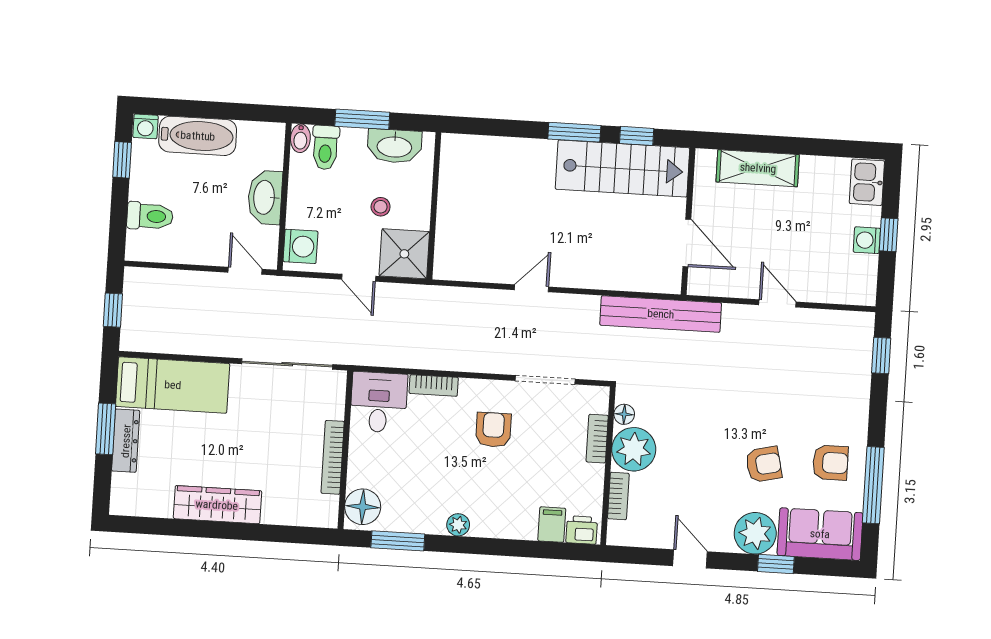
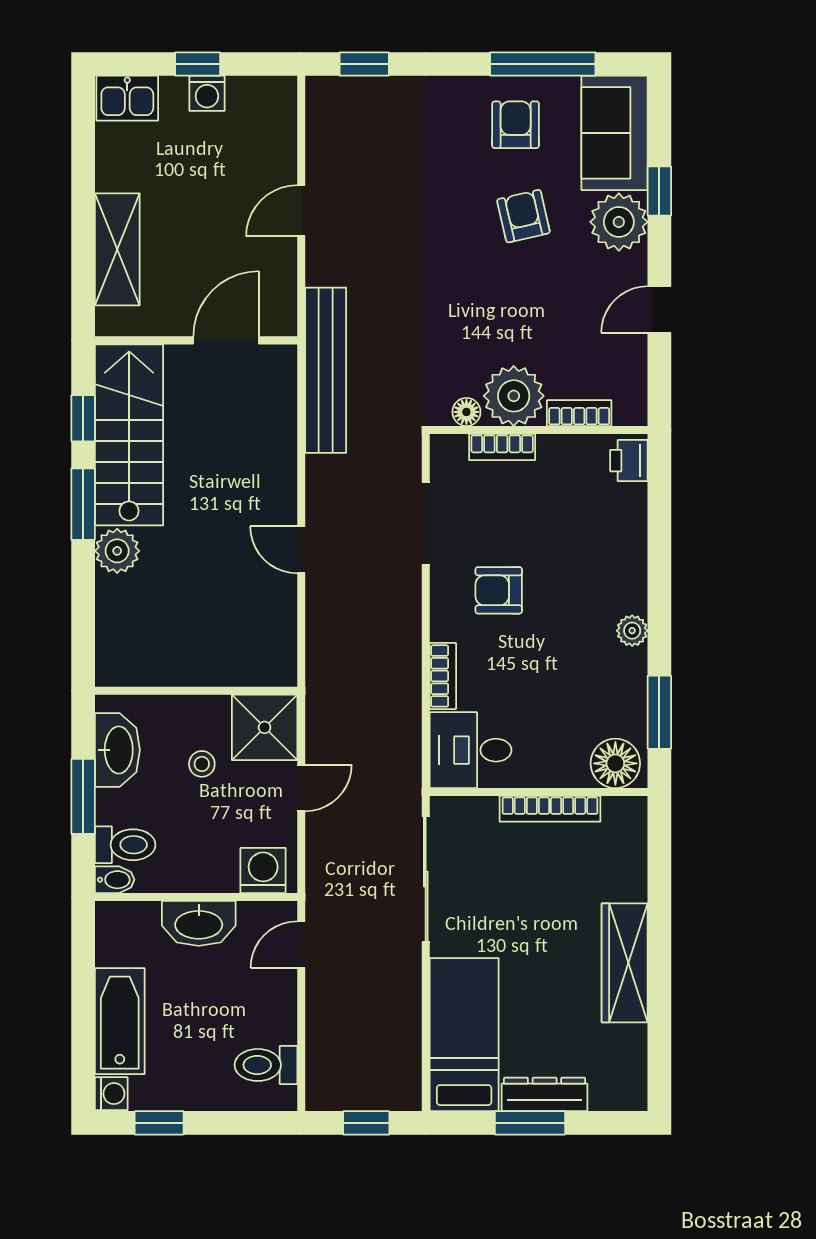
plant: (539, 155) -> (117, 551), added
toilet: (150, 216) -> (266, 1065), moved, turned -90
filing cabinet: (552, 525) -> (624, 502), removed

